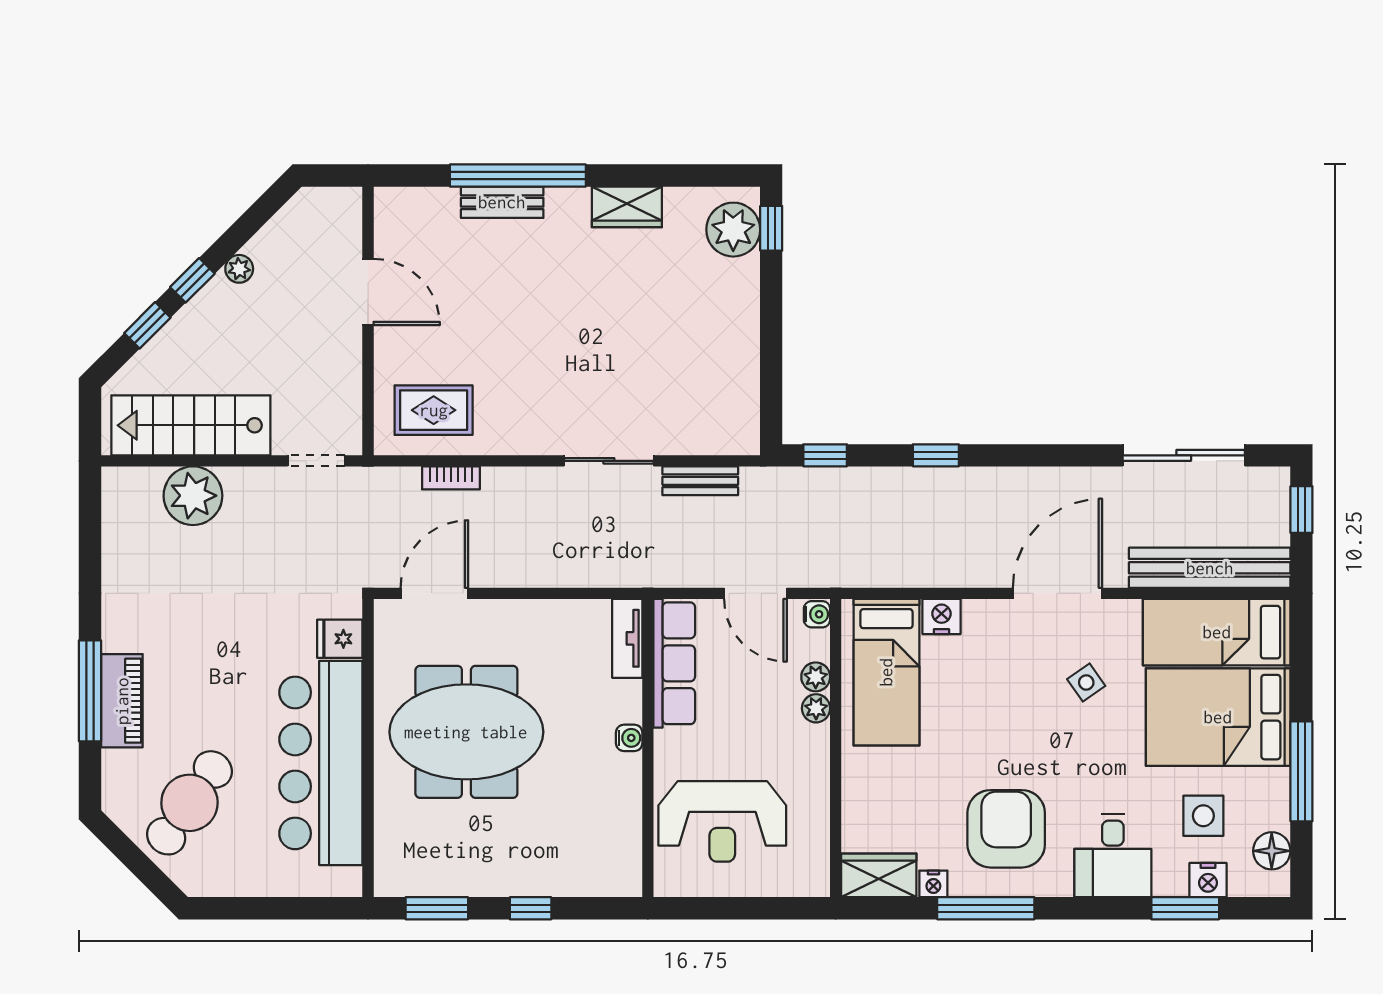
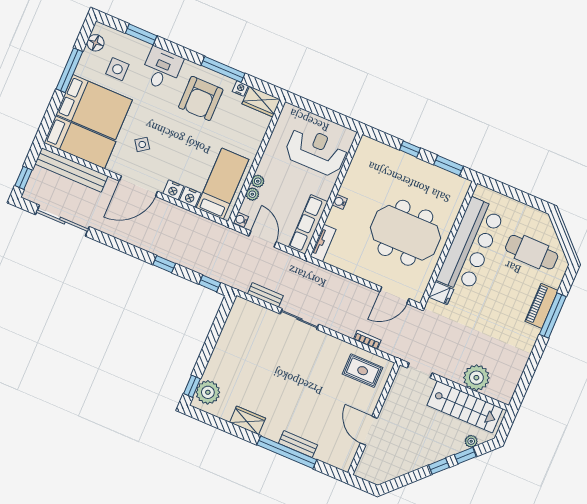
plant: (239, 269) -> (471, 441), moved
cafe table: (189, 803) -> (532, 252), turned 55
nightstand: (1208, 880) -> (173, 190), moved, turned 180

